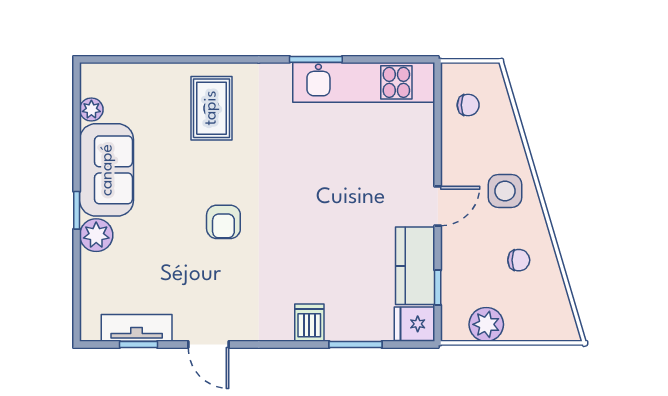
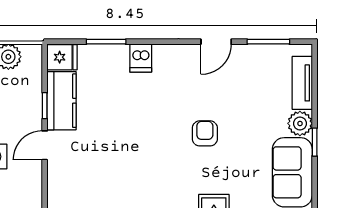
window: (438, 287) -> (45, 106), moved
tv unit: (137, 328) -> (302, 83), moved, turned 90
window: (138, 344) -> (268, 42), width x1.50
door: (208, 344) -> (216, 42), swing flipped

